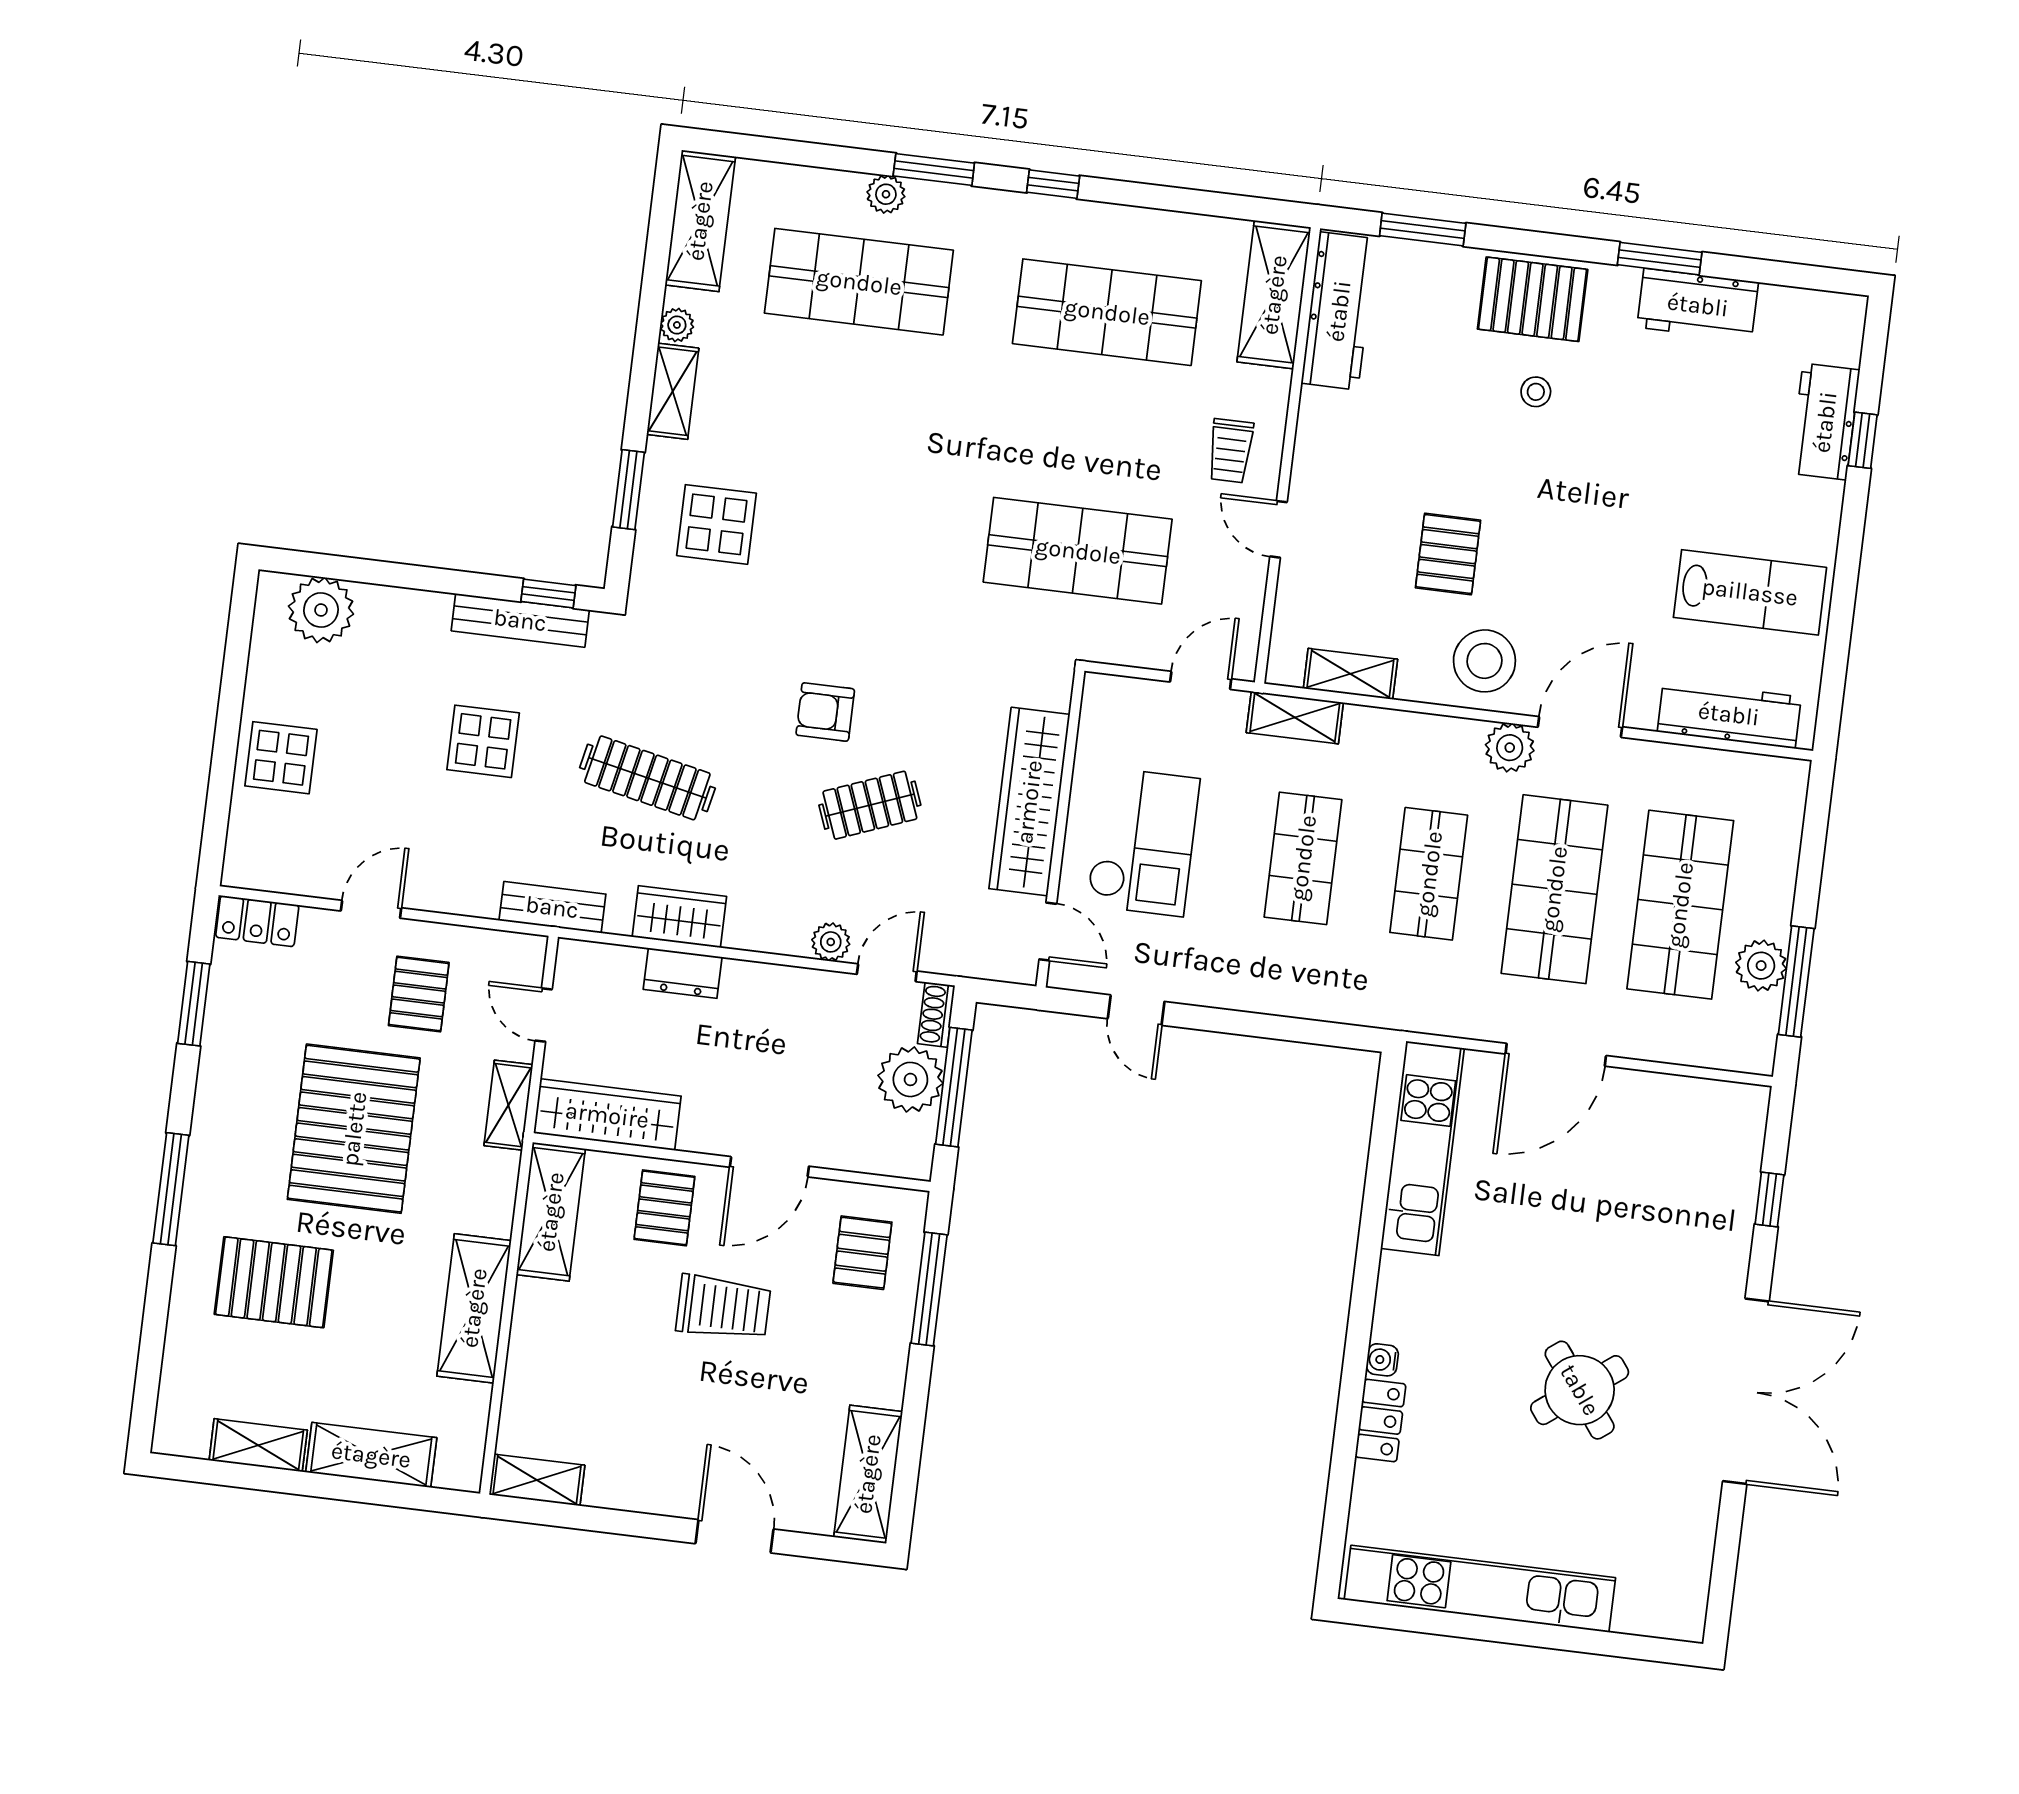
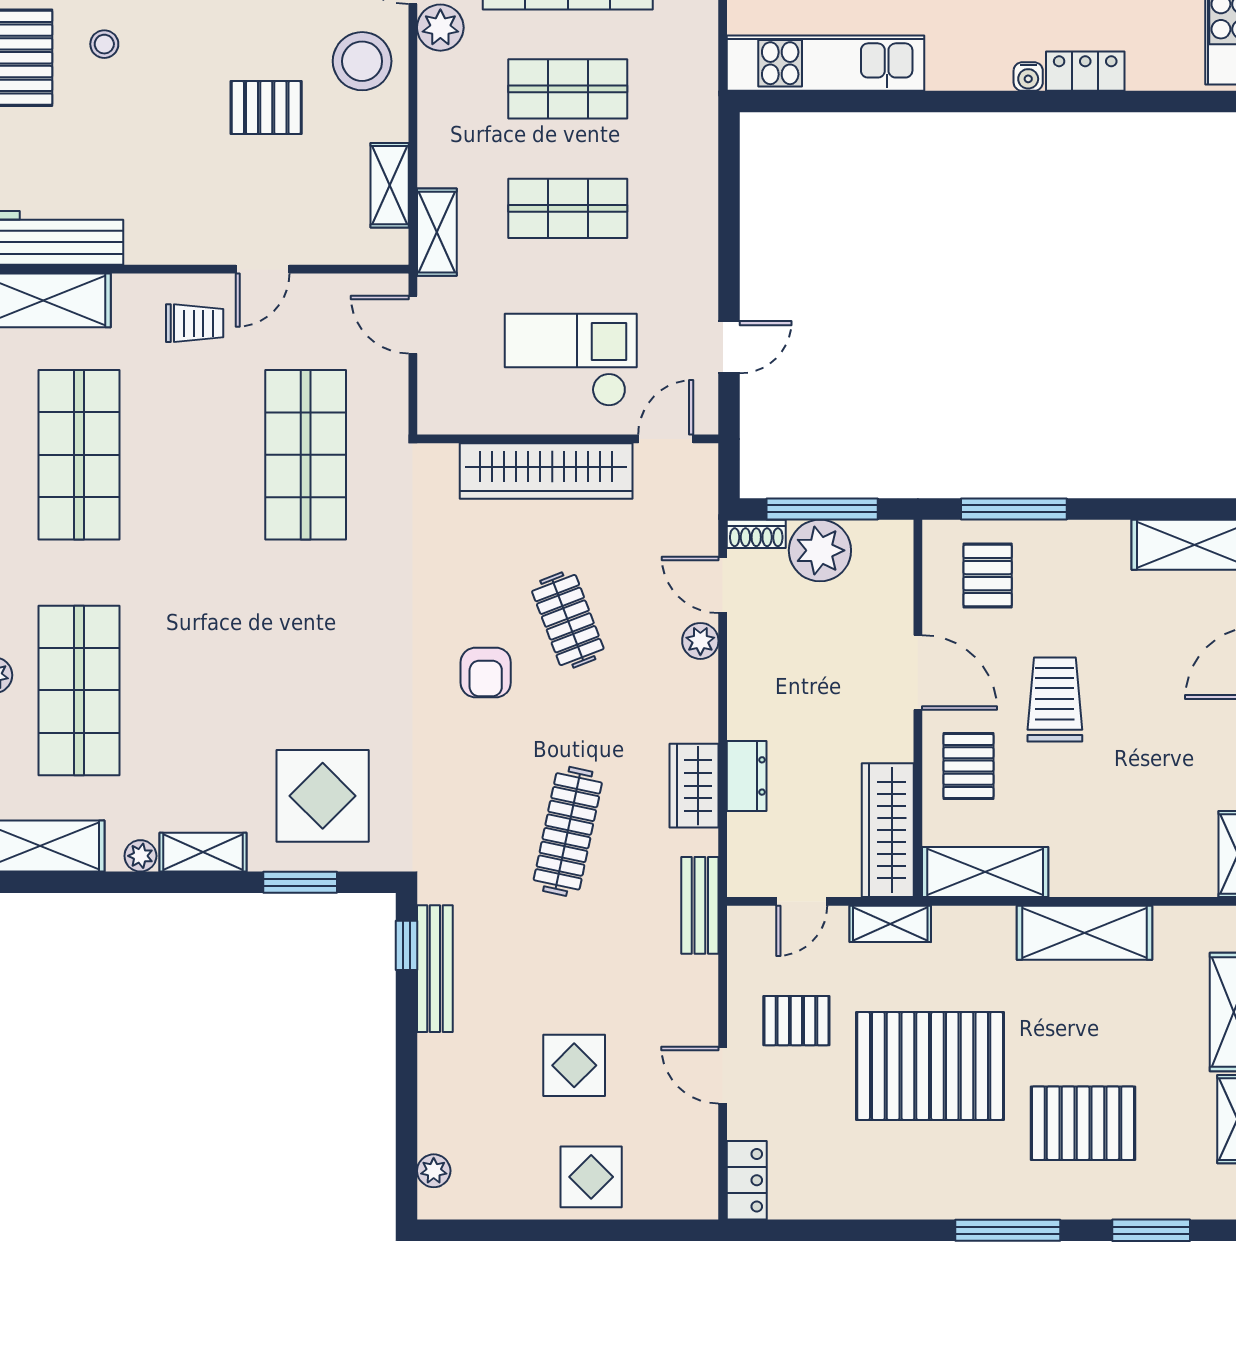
display table: (717, 524) -> (323, 796), width x1.36, depth x1.36
plant: (321, 610) -> (434, 1171), width x0.53, depth x0.53
display table: (483, 741) -> (574, 1065), moved
window: (194, 1004) -> (1151, 1230), moved
pallet: (664, 1208) -> (968, 766), turned 90
pallet: (862, 1253) -> (988, 576), turned 90
pallet: (274, 1282) -> (1083, 1123), turned 90

